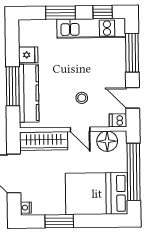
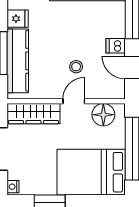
dishwasher: (118, 120) -> (116, 46), moved
door: (80, 129) -> (74, 101), swing flipped

